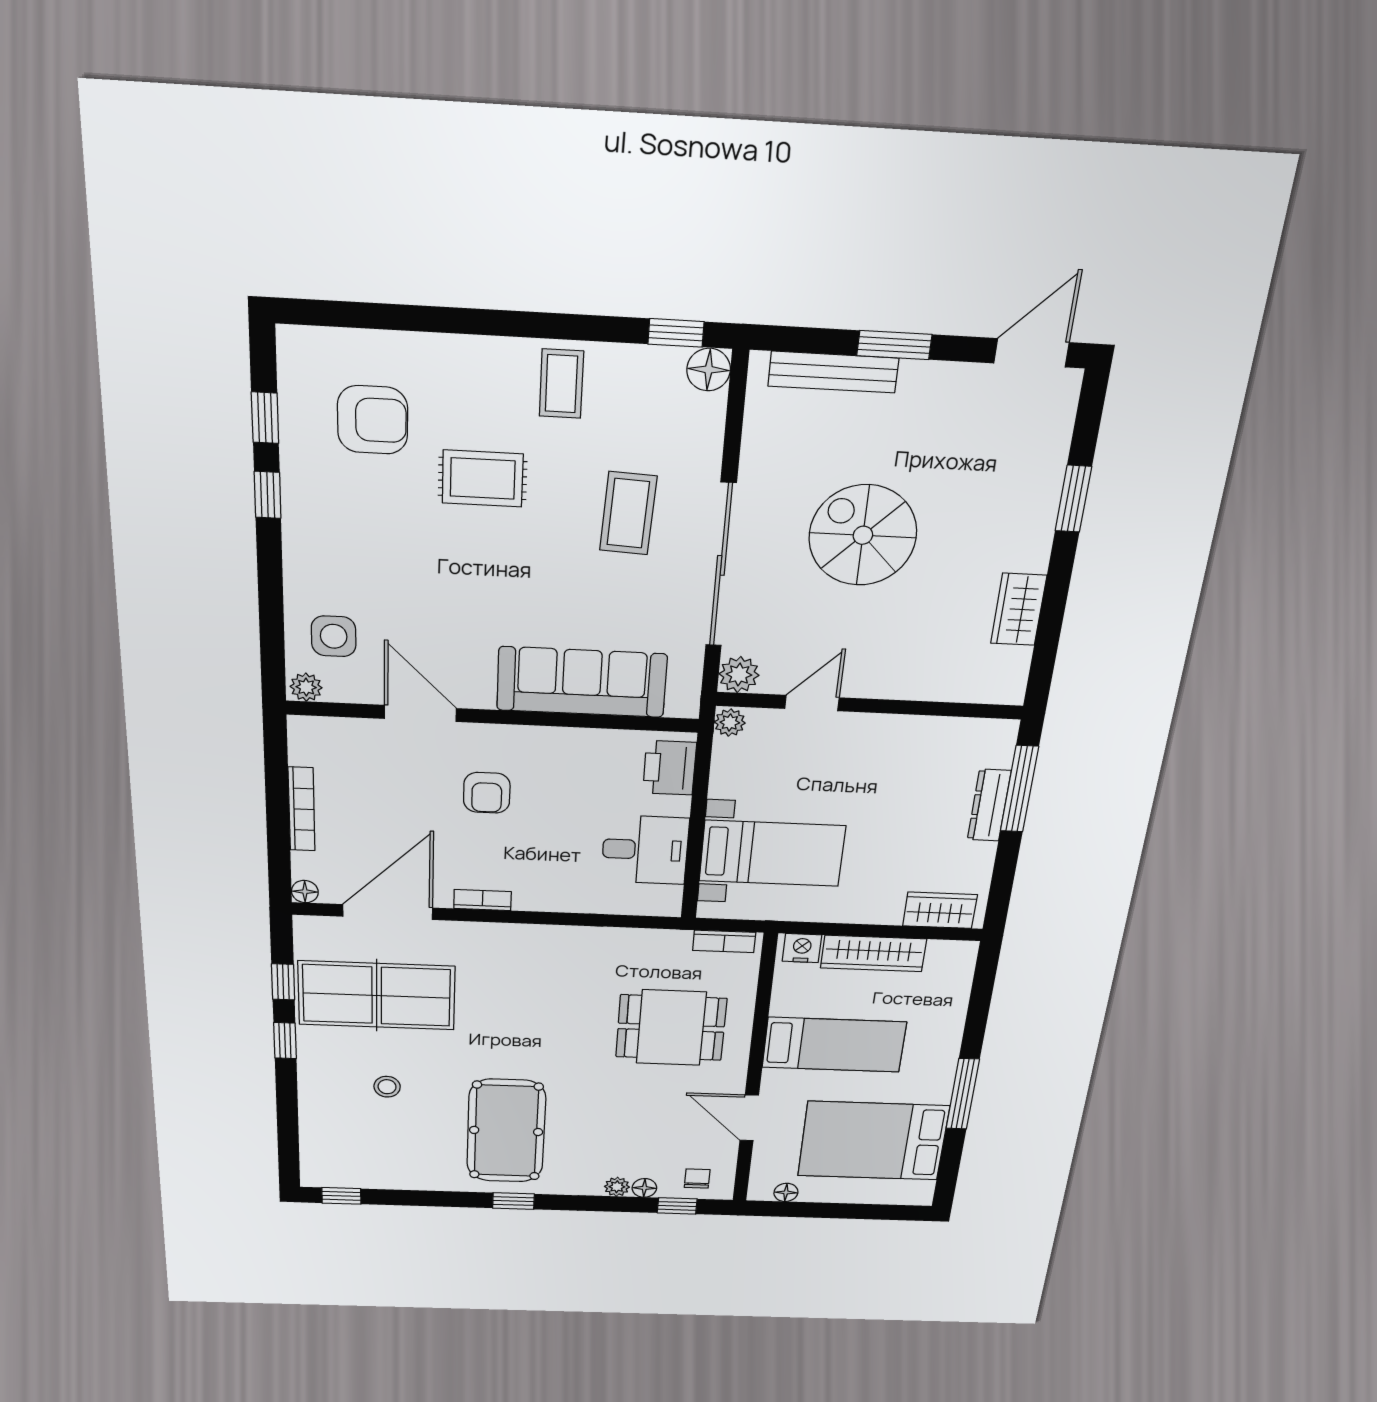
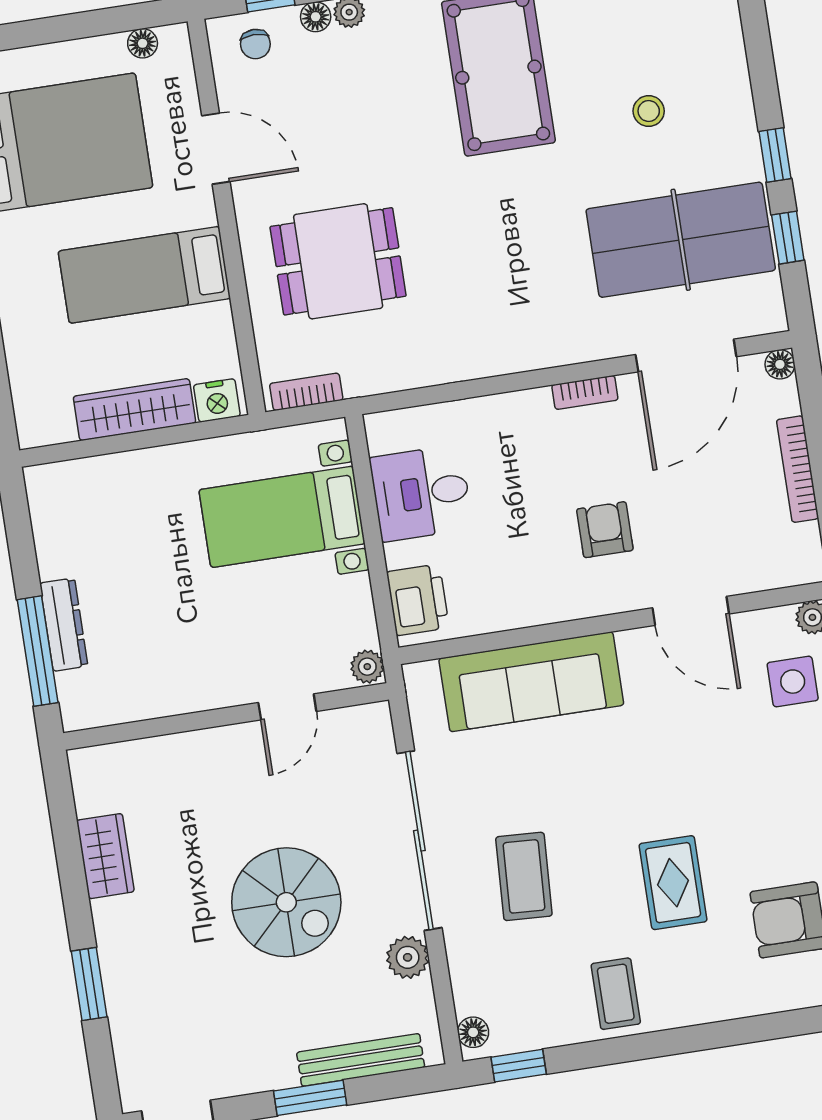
floor lamp: (709, 370) -> (473, 1032), width x0.73, depth x0.73
rug: (483, 478) -> (673, 883), turned 90
plant: (739, 675) -> (408, 957), moved
wardrobe: (940, 910) -> (77, 482), removed

